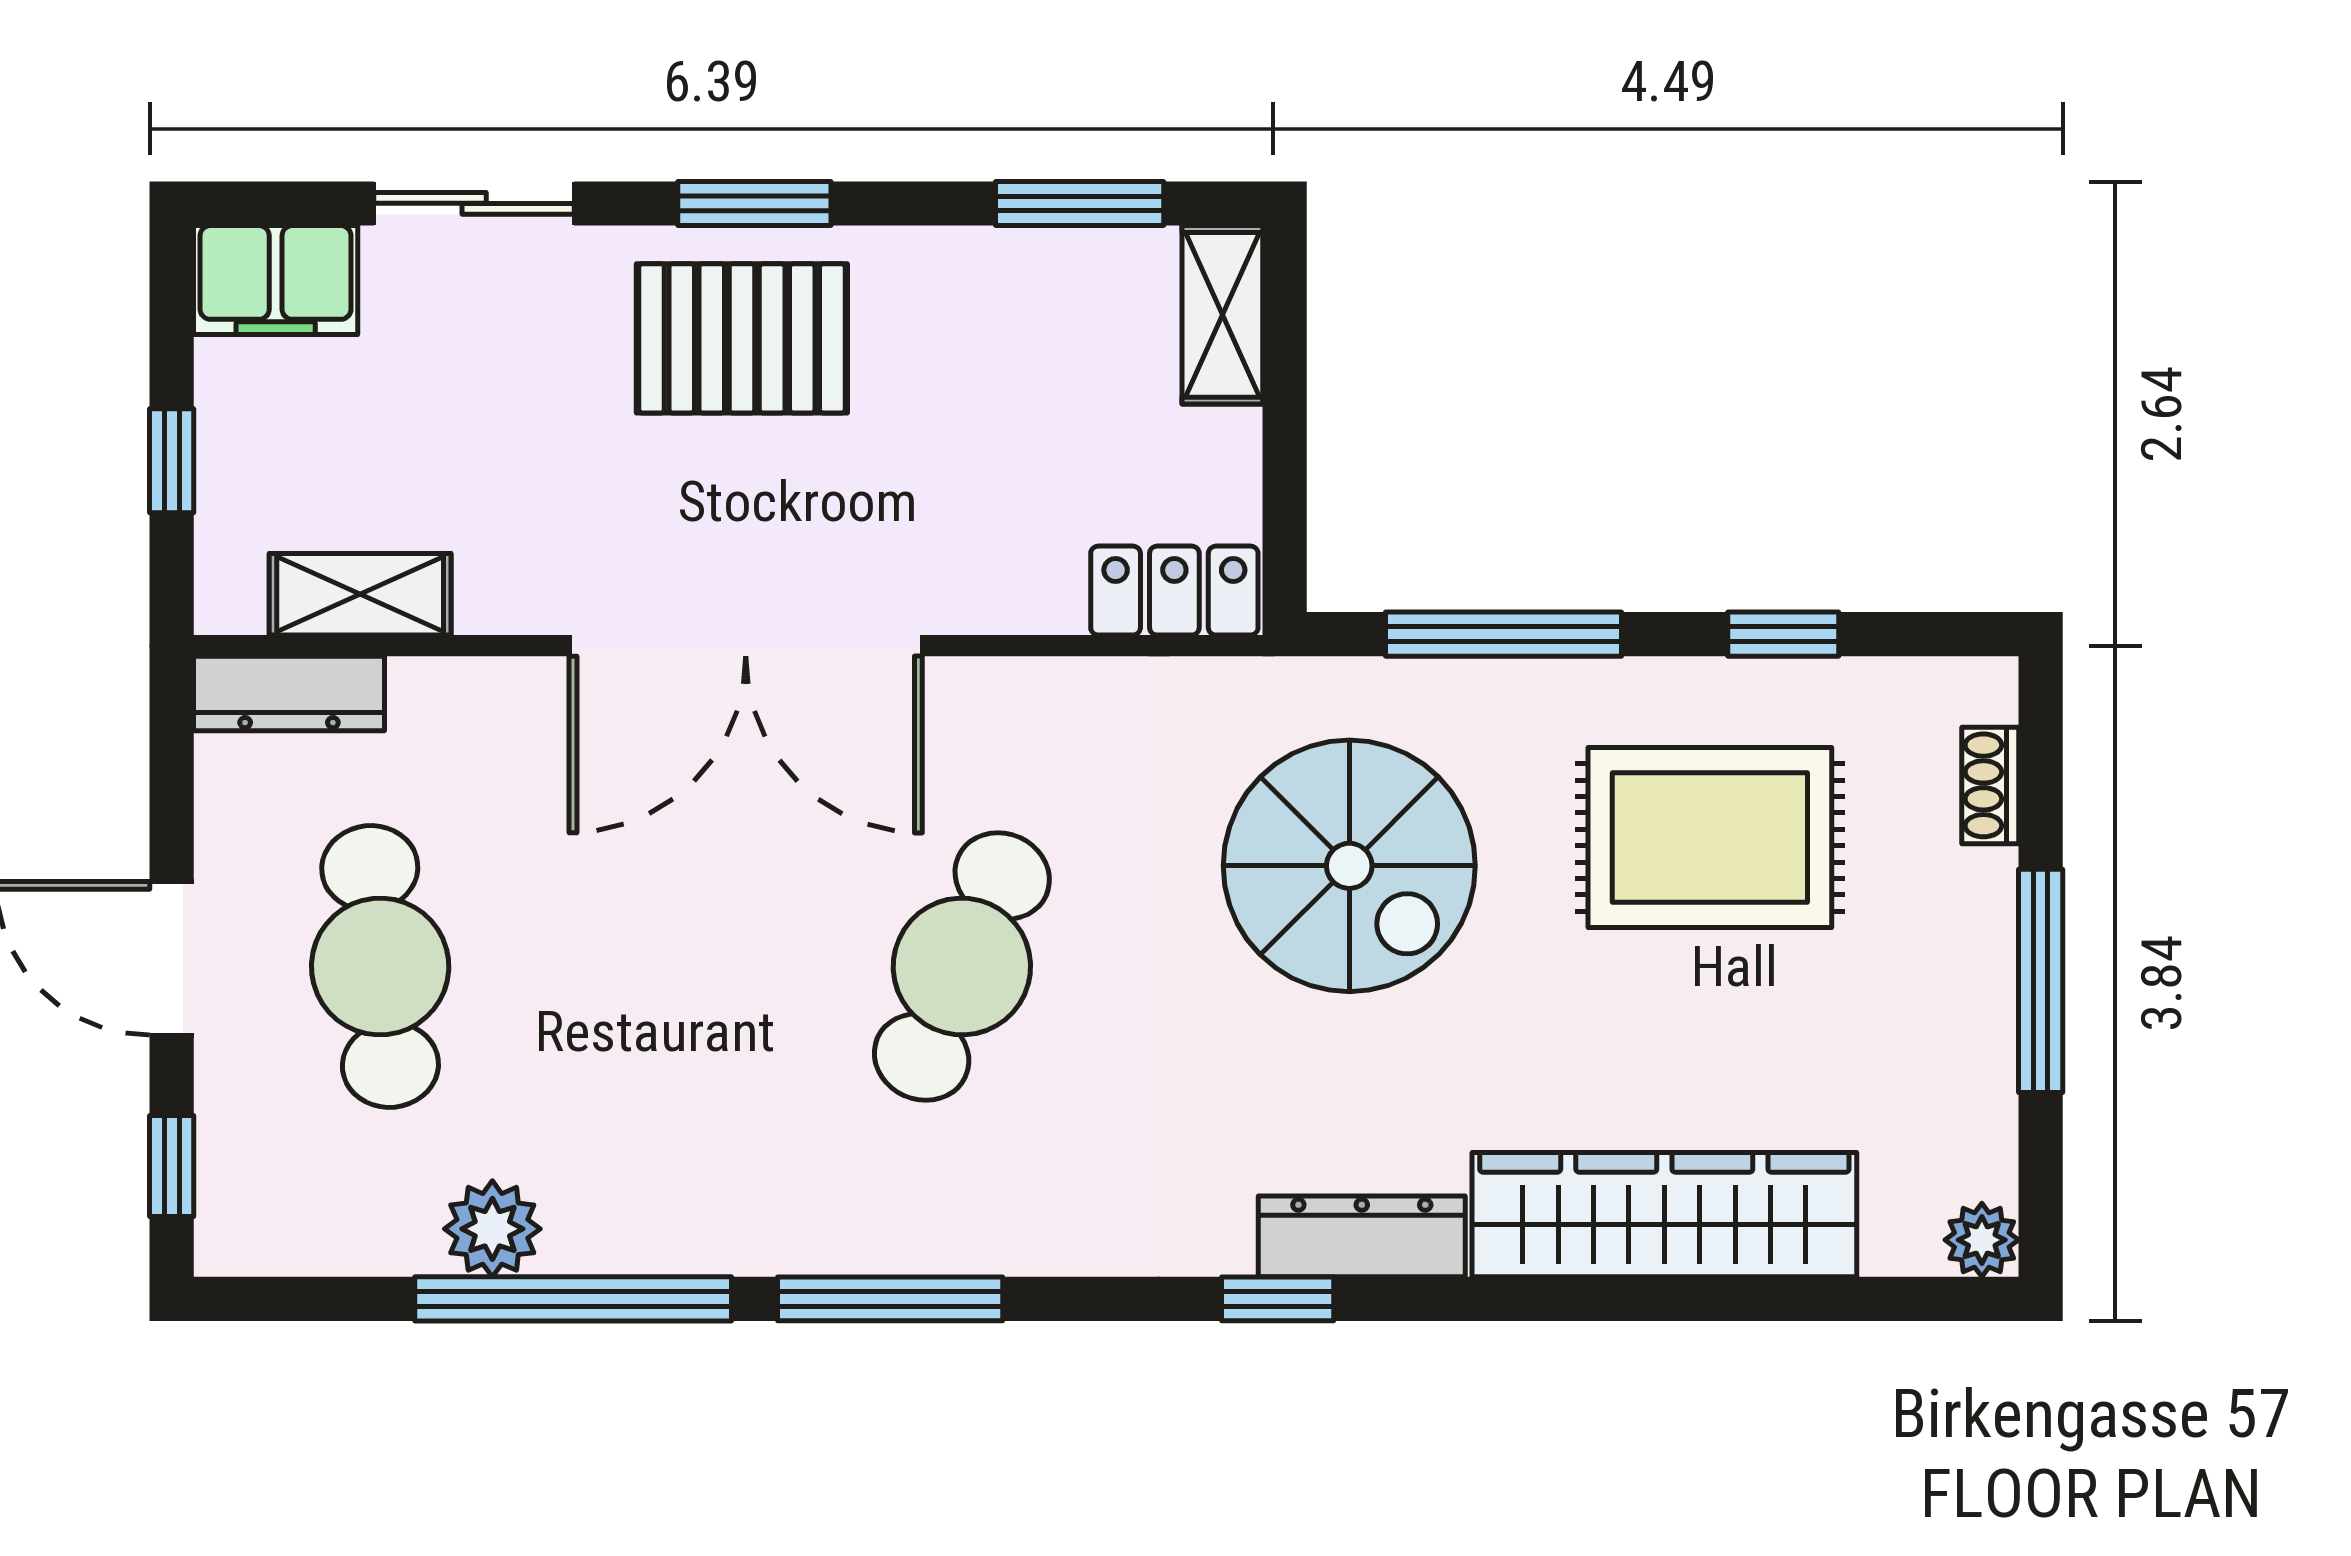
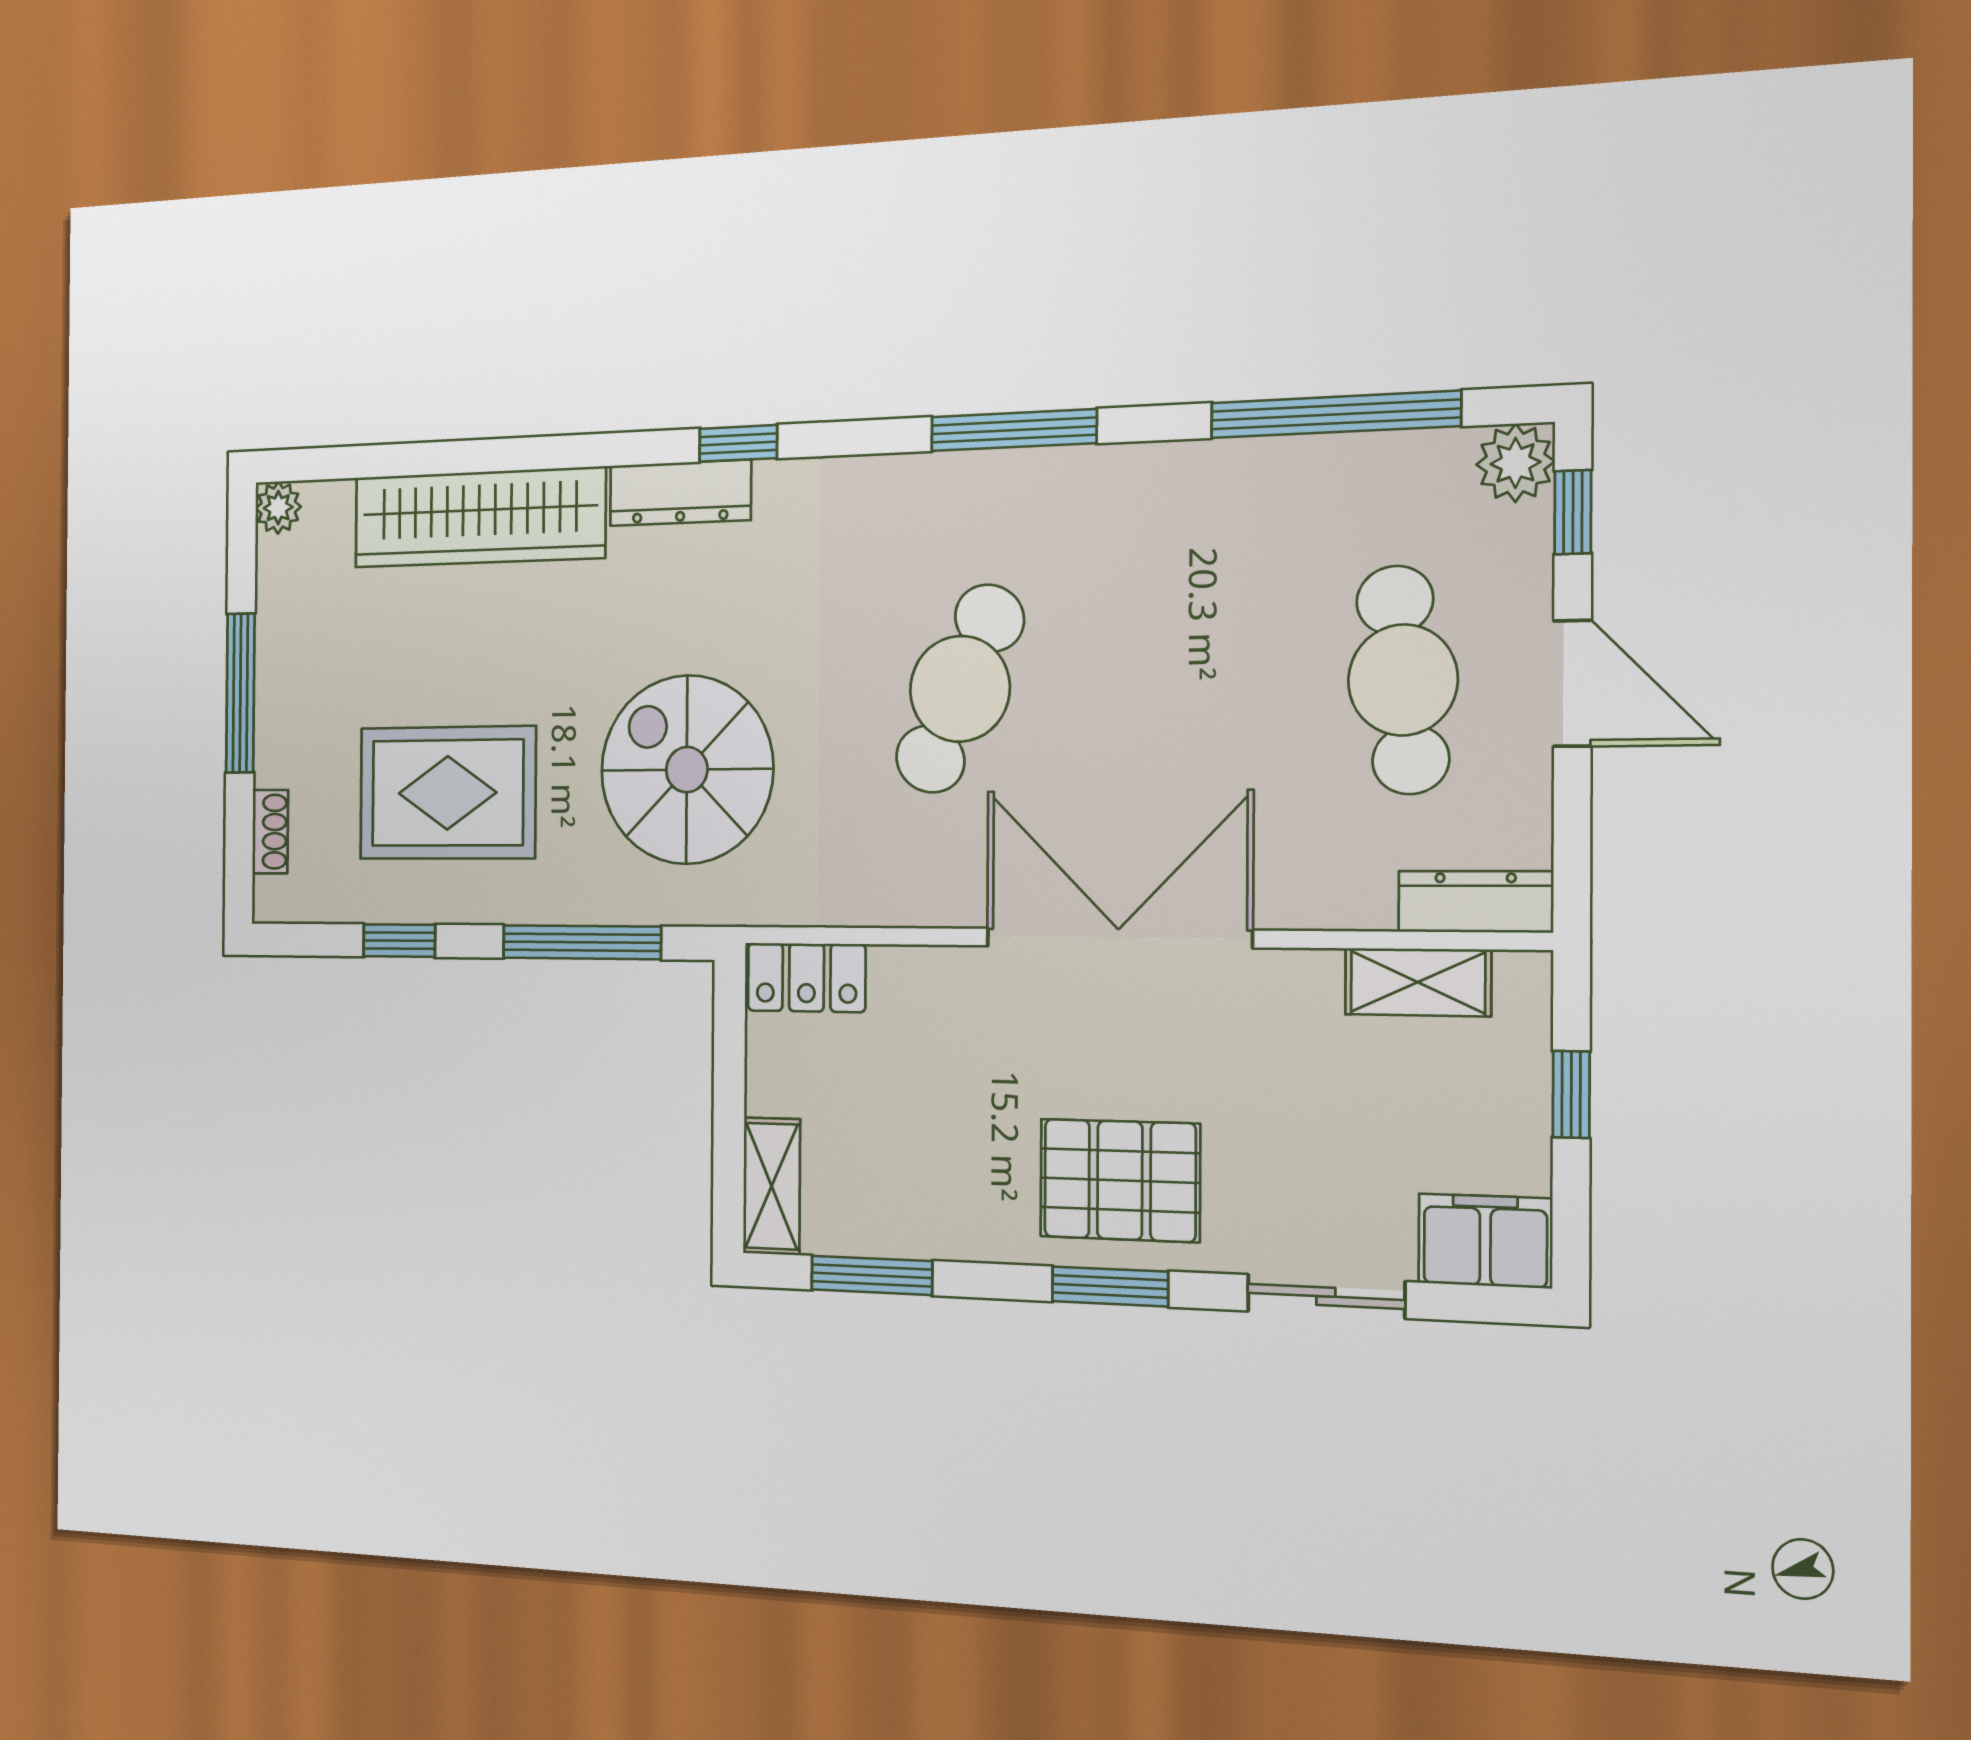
plant: (492, 1229) -> (1515, 463), moved
window: (573, 1299) -> (1335, 414), moved

